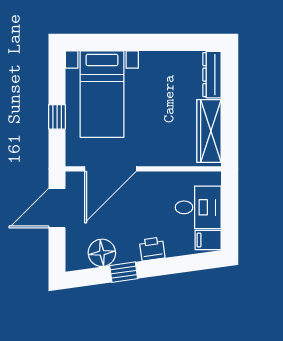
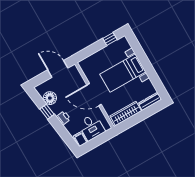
bed with nightstands: (102, 94) -> (123, 73), moved
window: (57, 117) -> (110, 39), moved
door: (110, 169) -> (94, 95), moved

